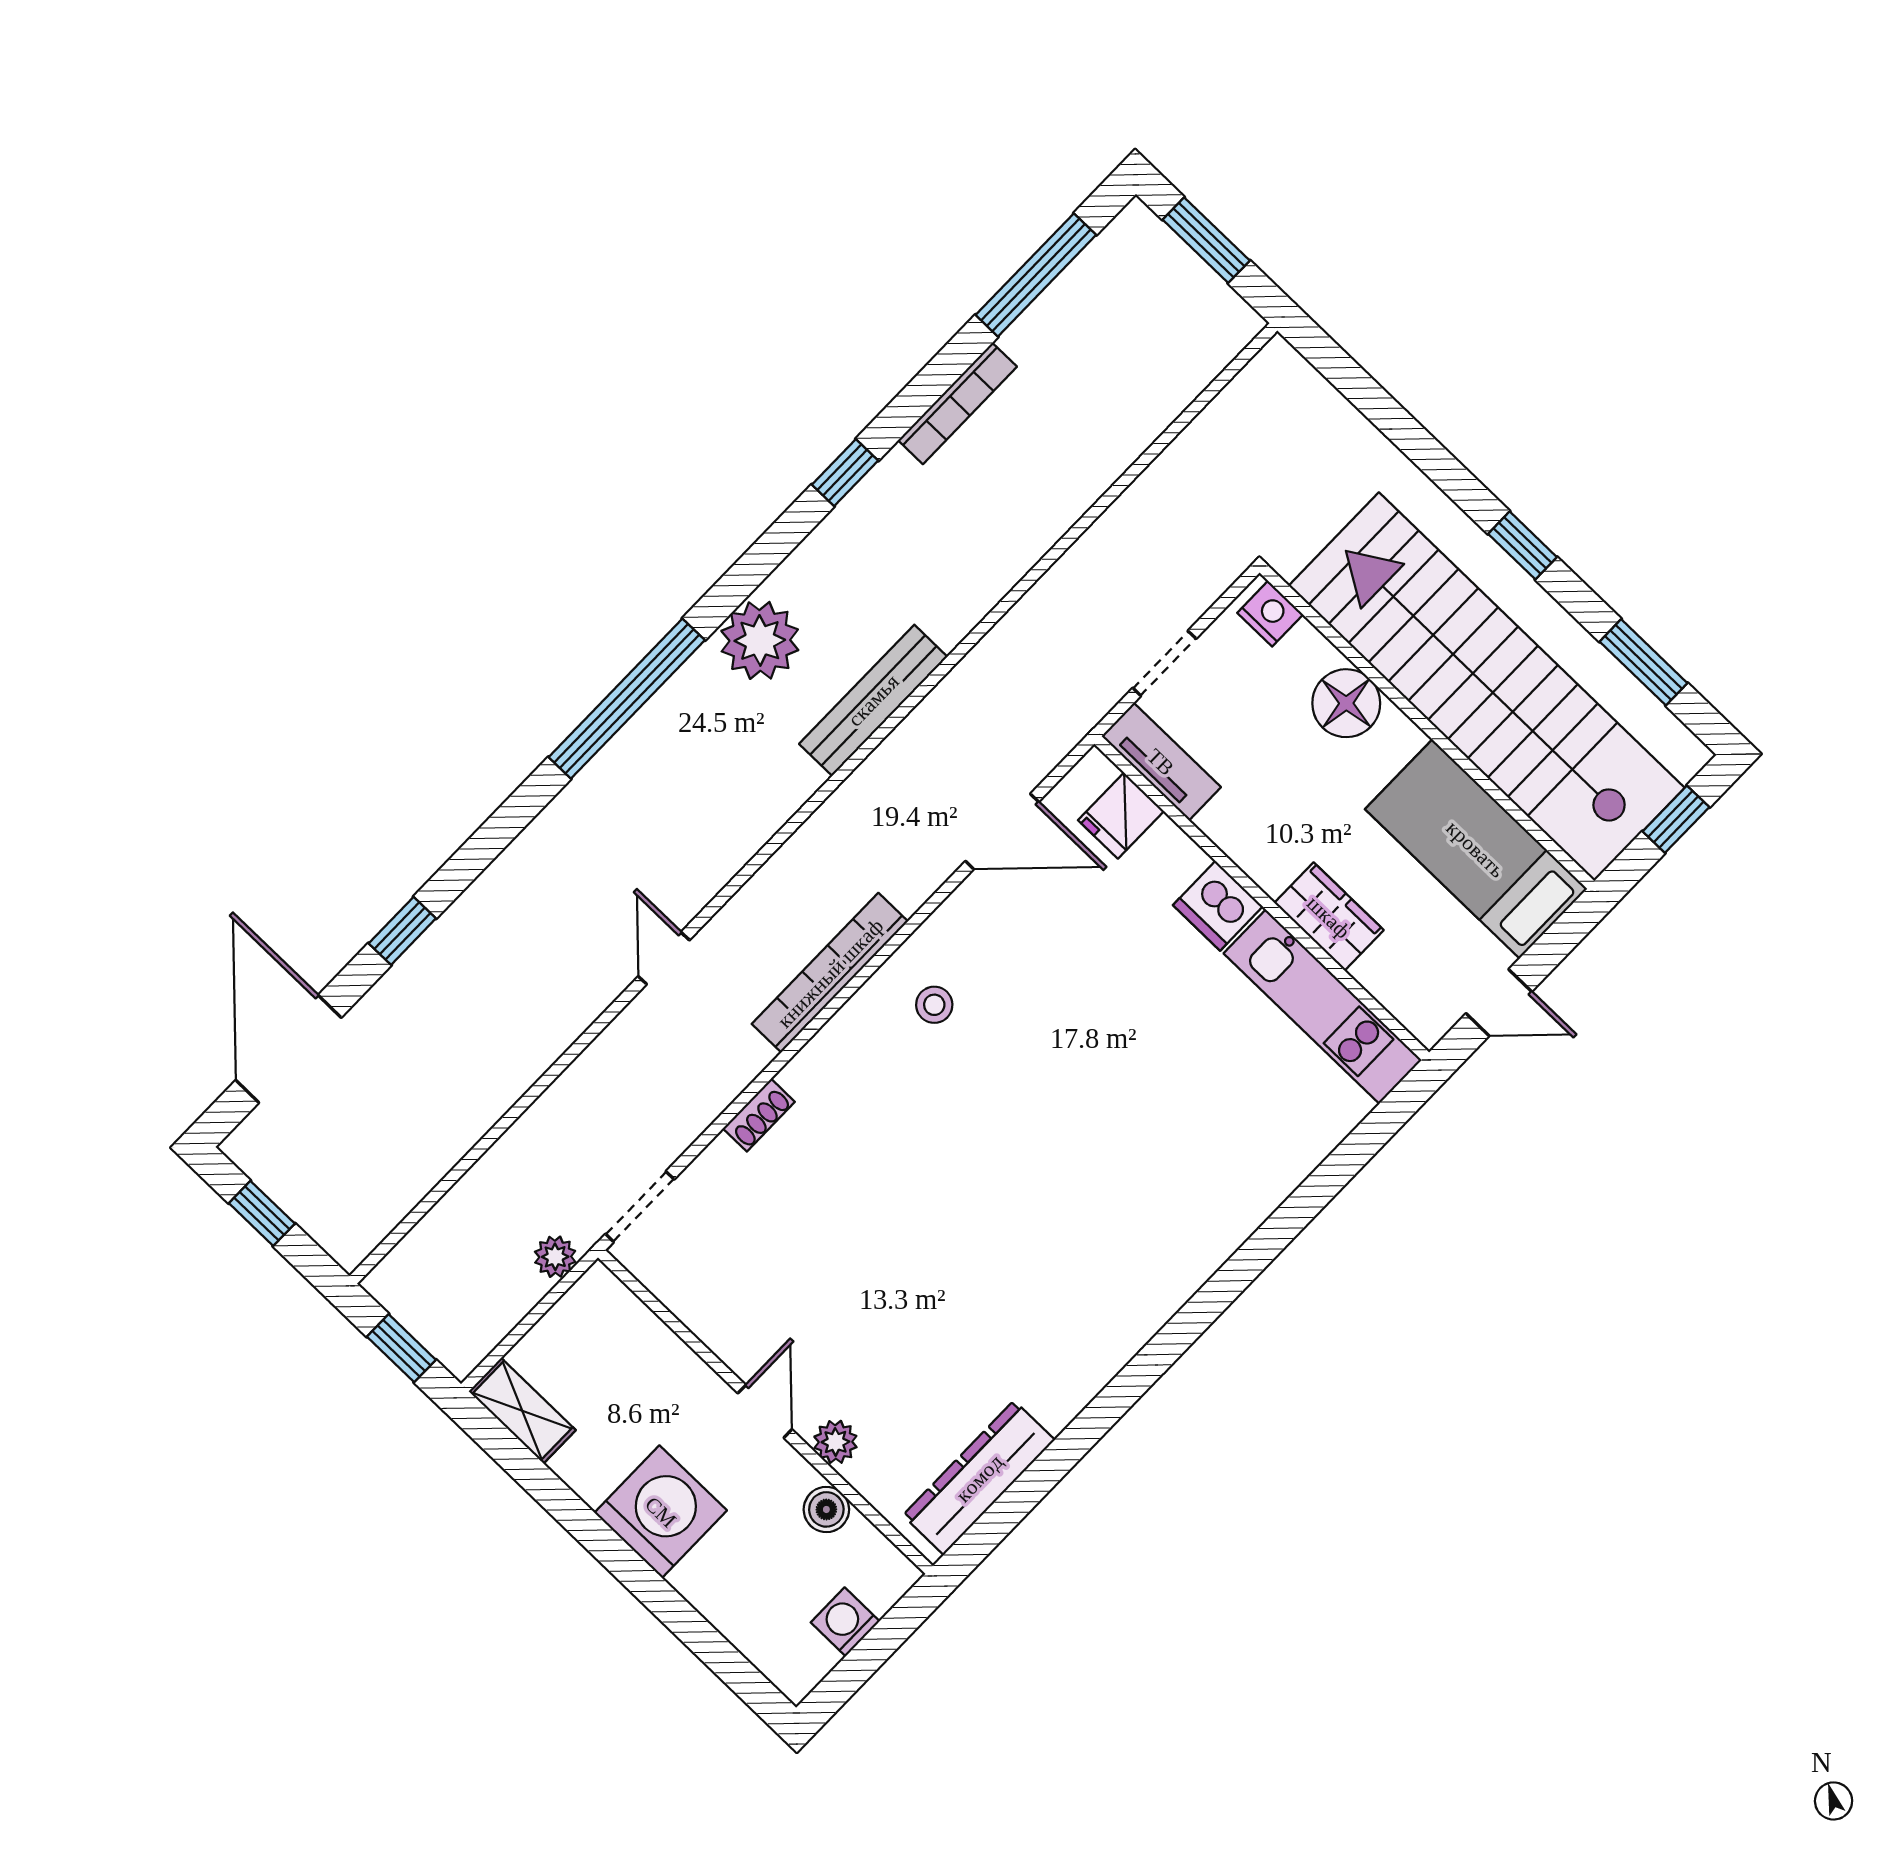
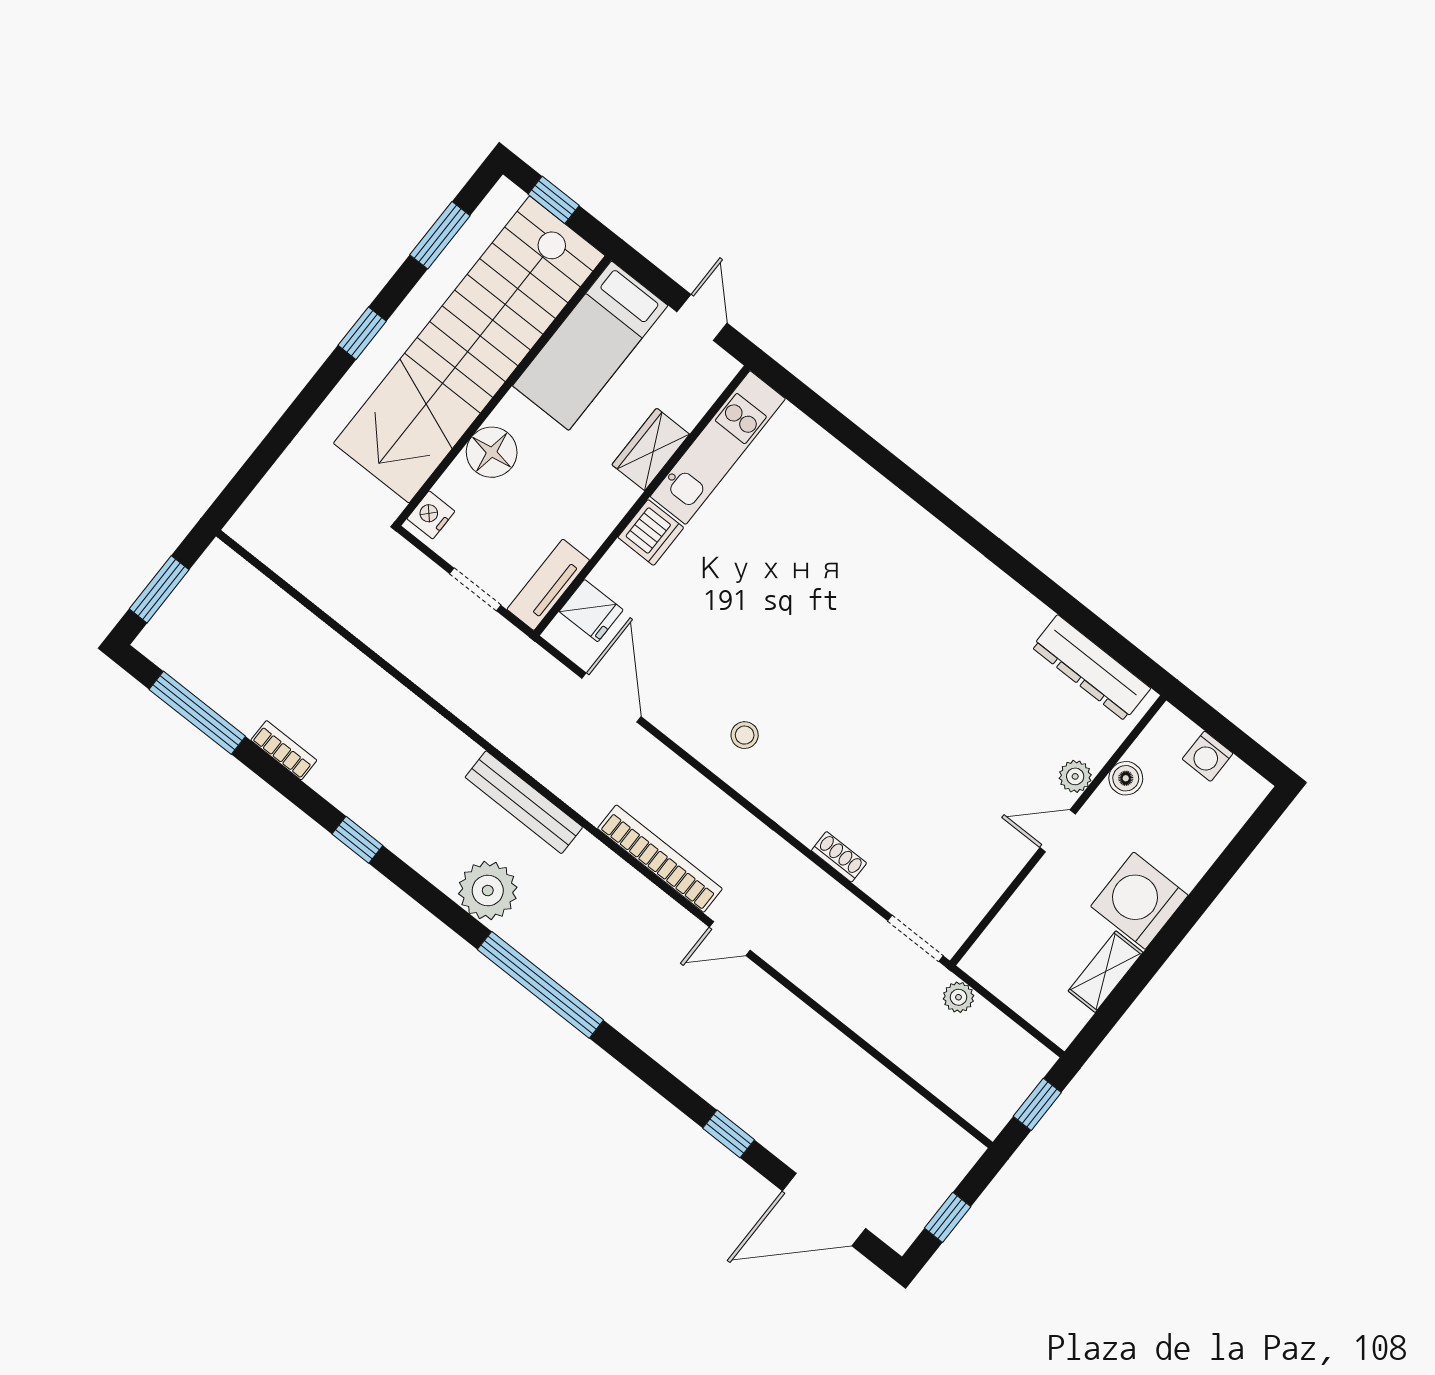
bookcase: (957, 403) -> (284, 750), width x0.64
bookcase: (830, 973) -> (660, 859), moved, turned 180
shelving: (522, 1411) -> (1106, 972), moved

